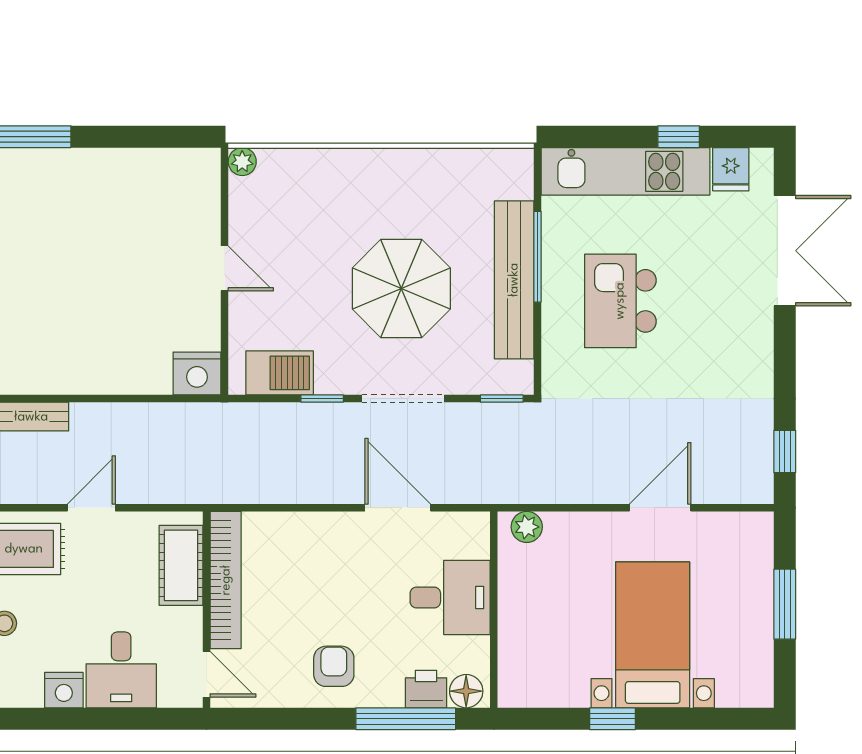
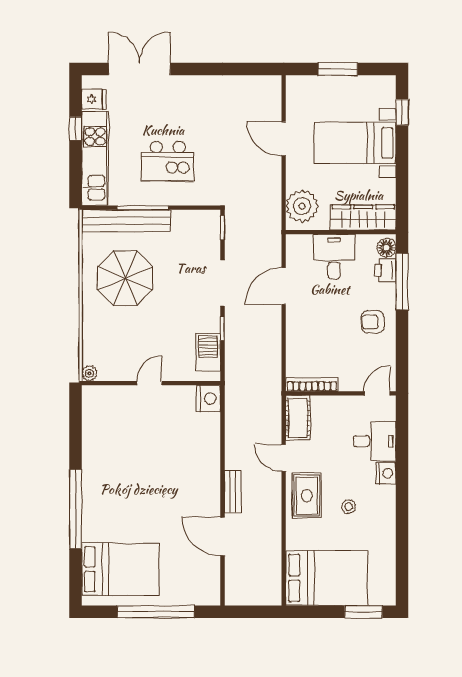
bench: (514, 280) -> (126, 221), moved
parasol: (401, 289) -> (125, 278), moved
window: (785, 451) -> (252, 69), removed
plant: (527, 527) -> (302, 206), width x1.88, depth x1.88
cot: (181, 565) -> (298, 418), moved, turned 90
bookcase: (226, 580) -> (312, 385), width x0.68, depth x0.76
wardrobe: (520, 649) -> (363, 217), added
window: (612, 719) -> (402, 112), moved

